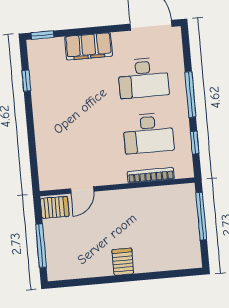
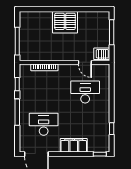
desk: (148, 133) -> (85, 92), moved
door: (82, 190) -> (85, 62), swing flipped
server rack: (123, 262) -> (65, 22), width x2.18, depth x1.44

